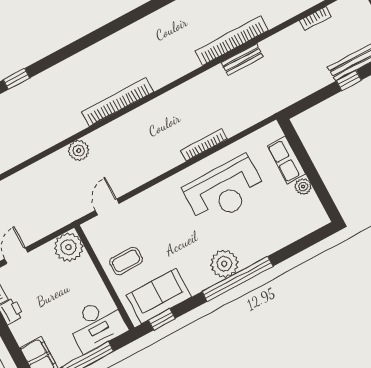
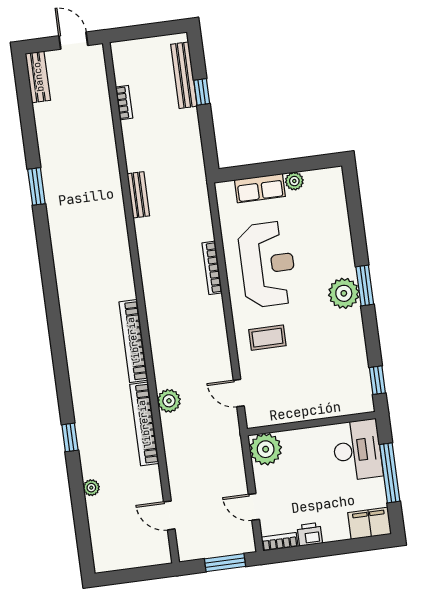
bookcase: (232, 41) -> (144, 424), moved
coffee table: (126, 261) -> (267, 338), moved, turned 90
window: (237, 279) -> (365, 286), width x0.47
sofa: (159, 296) -> (352, 374), removed

